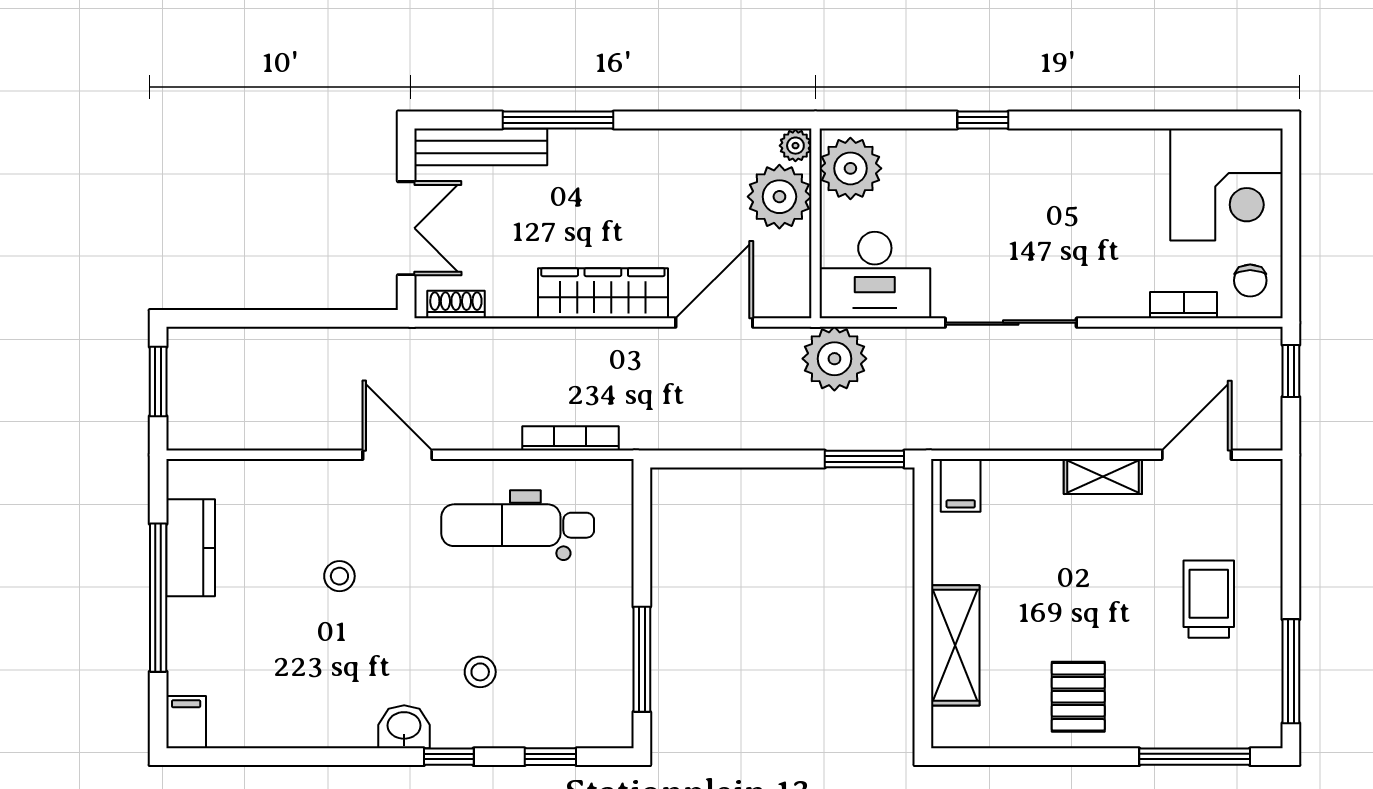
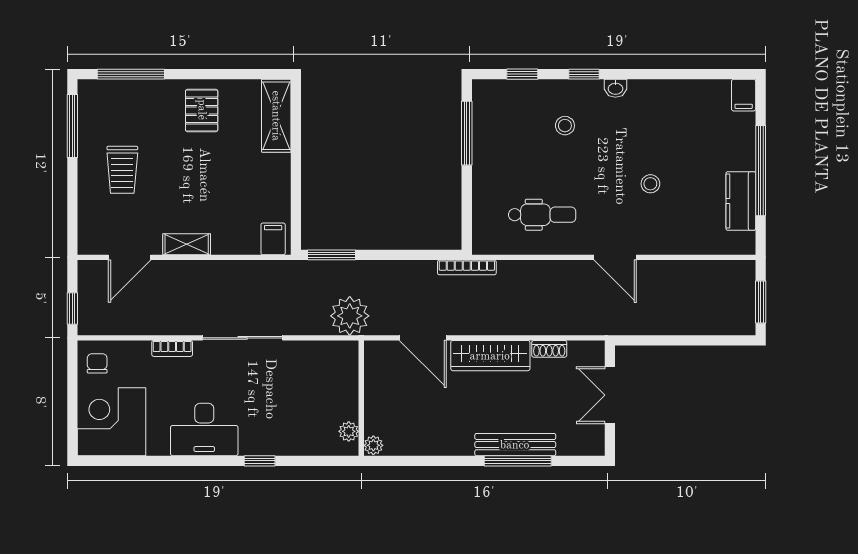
bench: (481, 147) -> (515, 445), moved
plant: (850, 168) -> (349, 431), width x0.53, depth x0.53
plant: (779, 197) -> (383, 414), removed
desk: (875, 275) -> (204, 429), moved, turned 180
shoe rack: (456, 304) -> (549, 349), moved
bookcase: (1184, 305) -> (172, 348), moved
door: (714, 323) -> (423, 338), hinge flipped
bookcase: (570, 438) -> (467, 267), moved
dental chair: (518, 525) -> (542, 215), width x0.73, depth x0.72
shelving: (955, 645) -> (276, 116), moved
washbasin: (404, 727) -> (615, 88), width x0.72, depth x0.69

